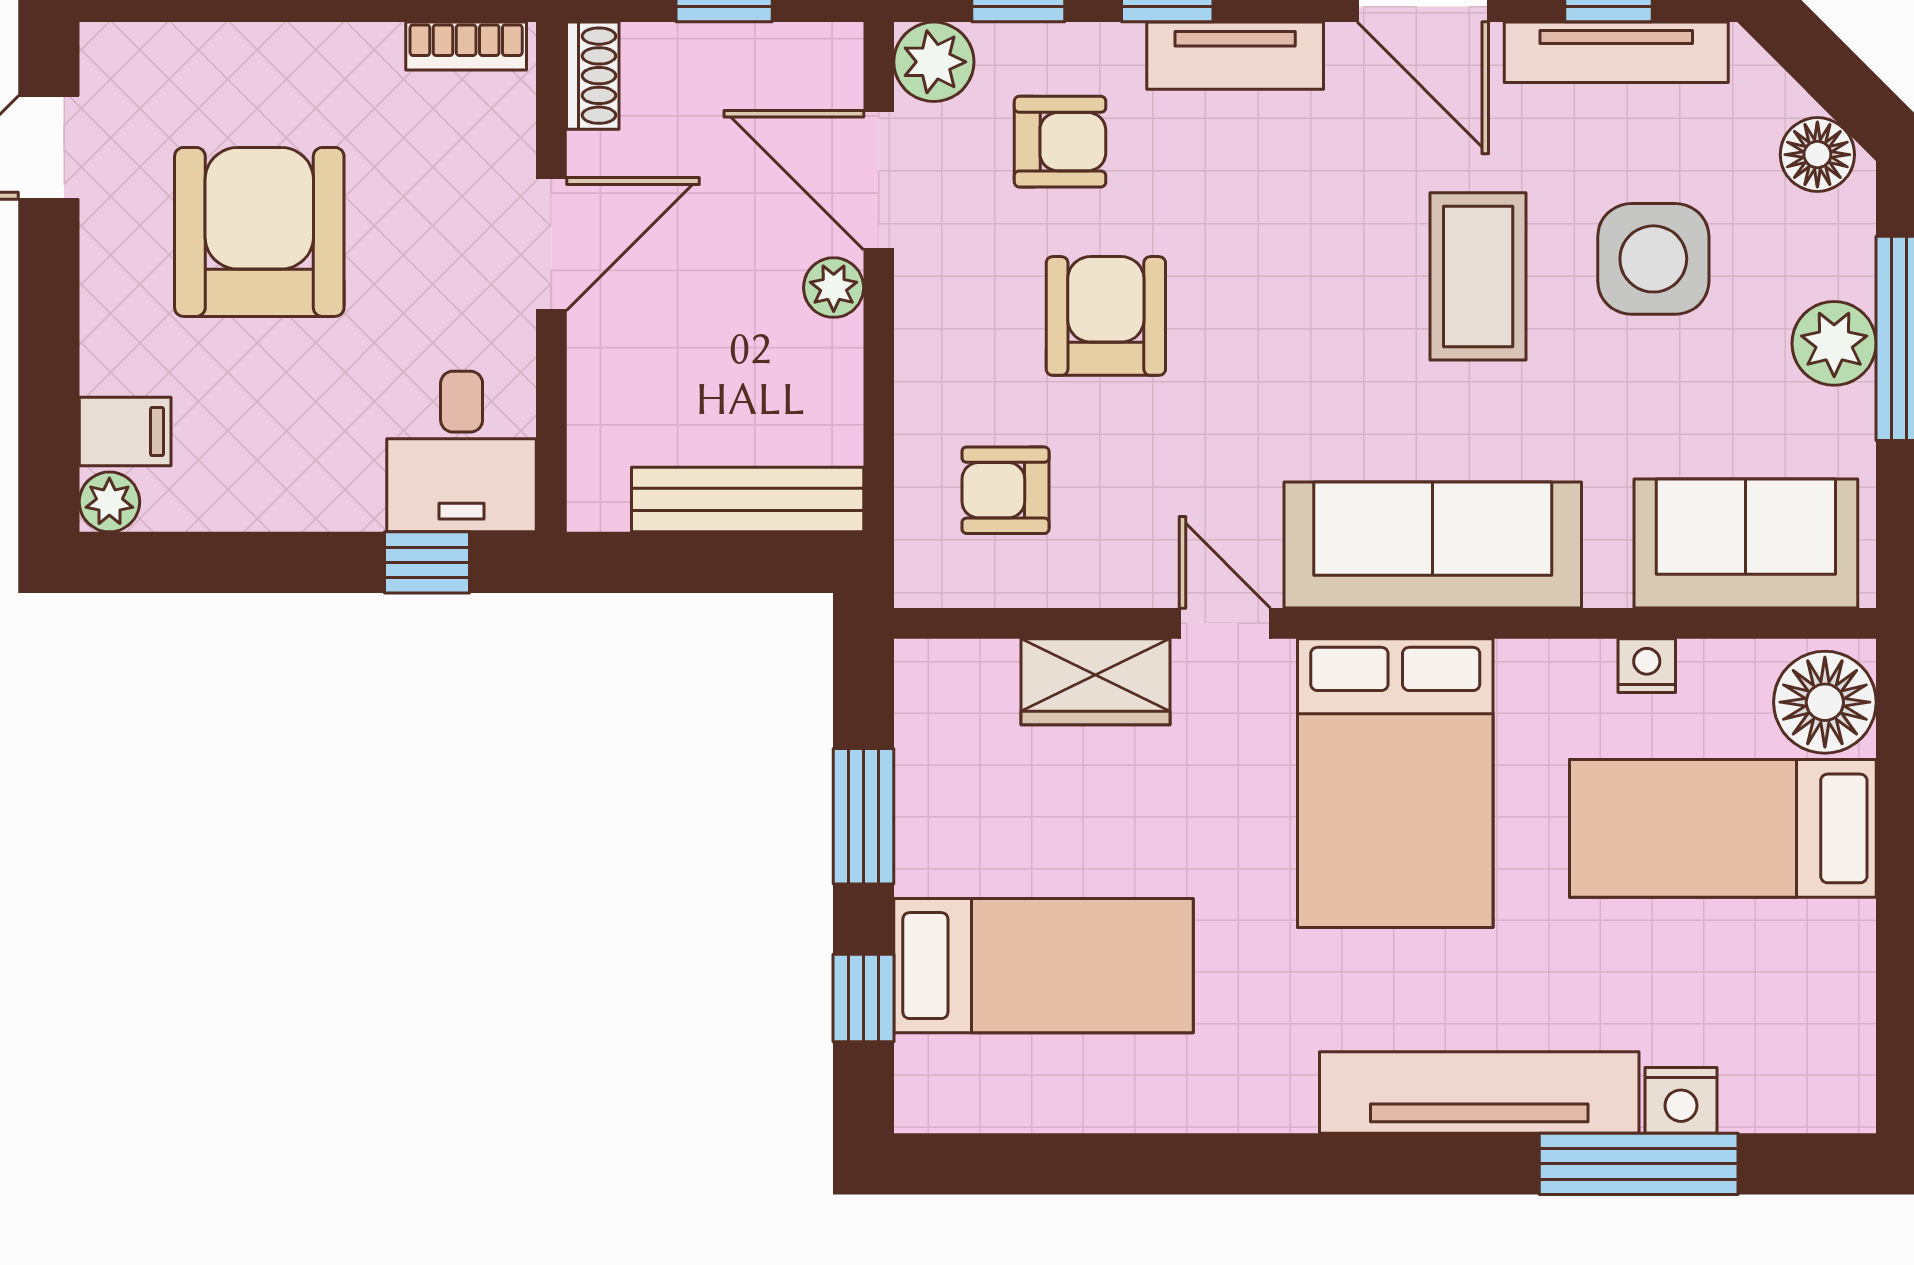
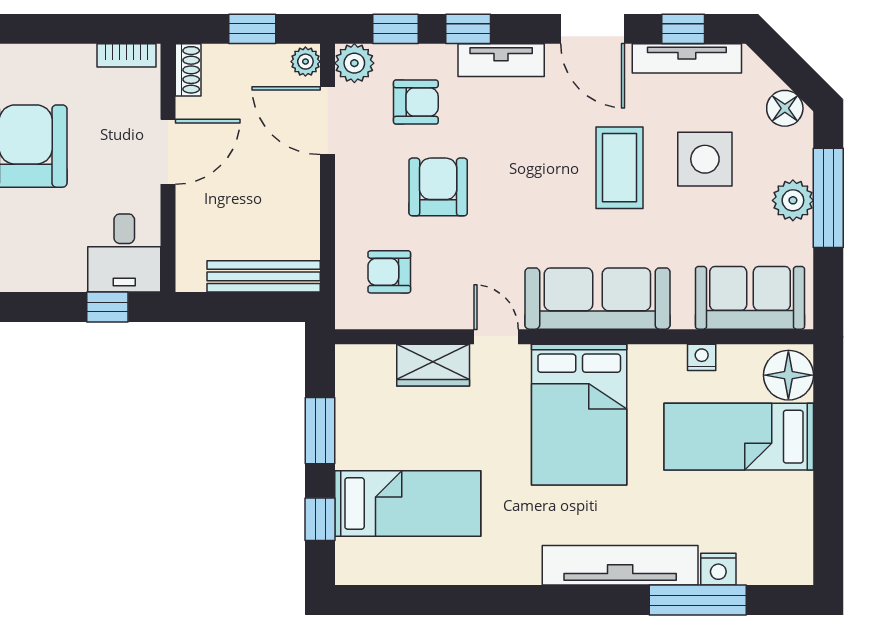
plant: (834, 288) -> (305, 62), moved

